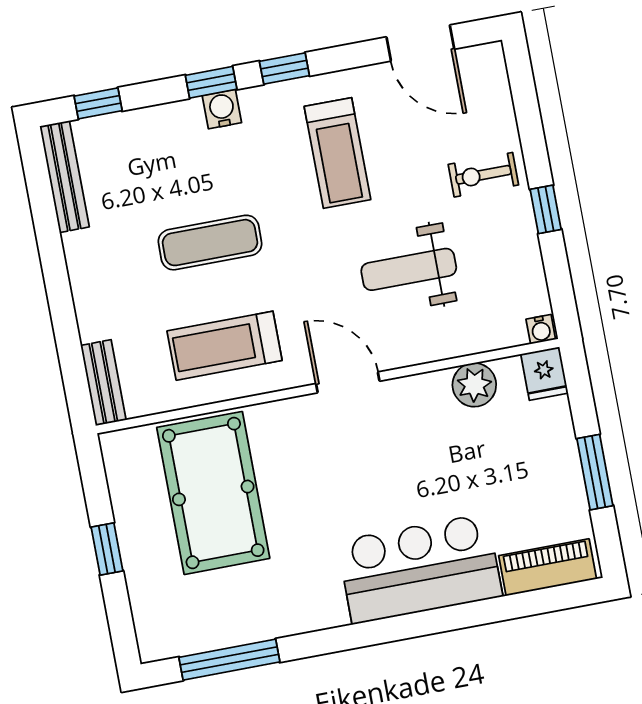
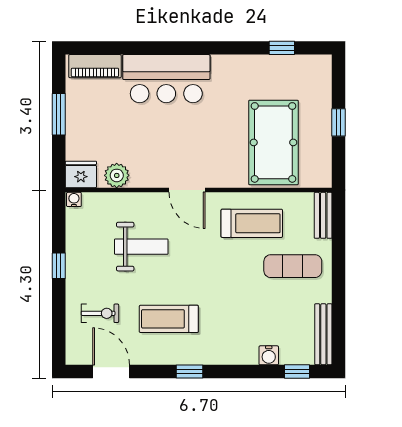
window: (211, 82) -> (232, 371), removed
water cooler: (222, 109) -> (269, 355), moved
treadmill: (337, 153) -> (169, 319), turned -90
exercise bike: (483, 175) -> (100, 313), moved
exercise mat: (210, 243) -> (293, 266), moved
fridge: (544, 374) -> (81, 174), width x1.38
window: (229, 660) -> (282, 48), width x0.46

